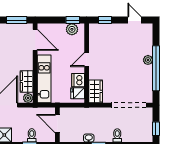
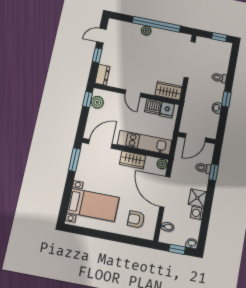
window: (105, 20) -> (97, 55), moved
dresser: (98, 29) -> (102, 75), added
wardrobe: (27, 81) -> (133, 160), moved

